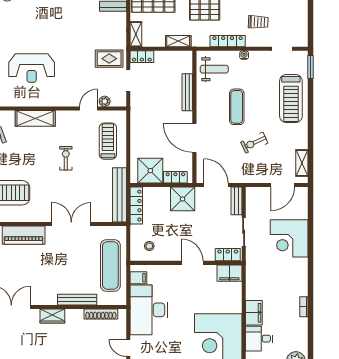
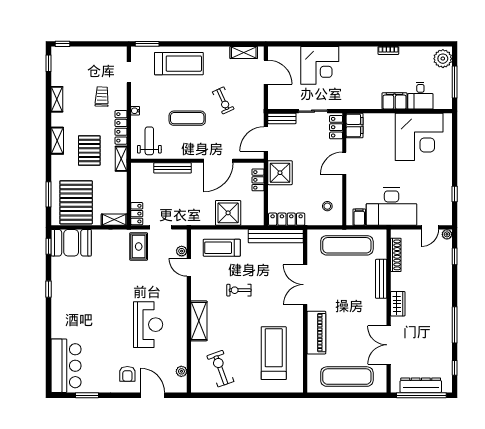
shelving: (178, 41) -> (121, 159), moved
shower: (150, 171) -> (228, 213), moved

